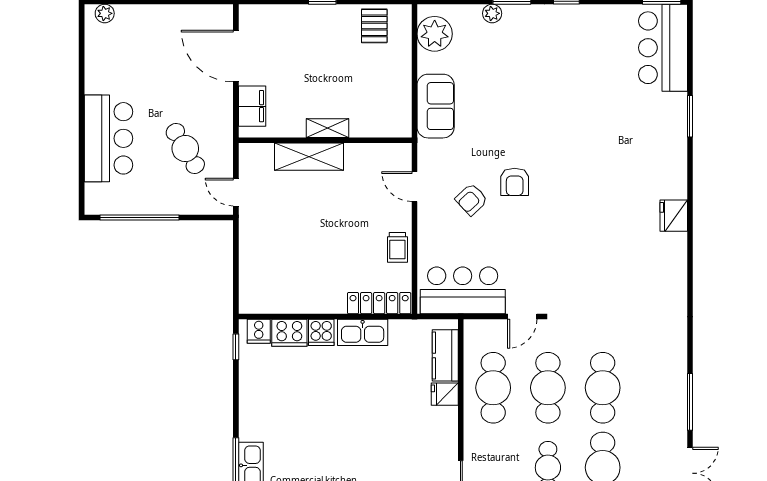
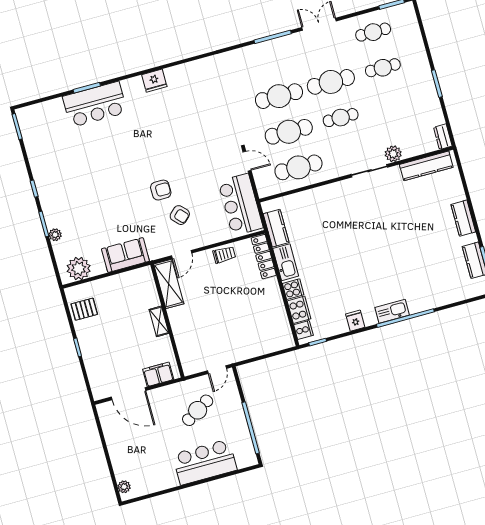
bar counter: (663, 48) -> (95, 104), moved
door: (236, 56) -> (128, 394), hinge flipped
shelving: (309, 157) -> (169, 284), moved
kitchen counter: (445, 355) -> (276, 228), moved, turned -90
fridge: (445, 394) -> (355, 321), moved, turned 180

